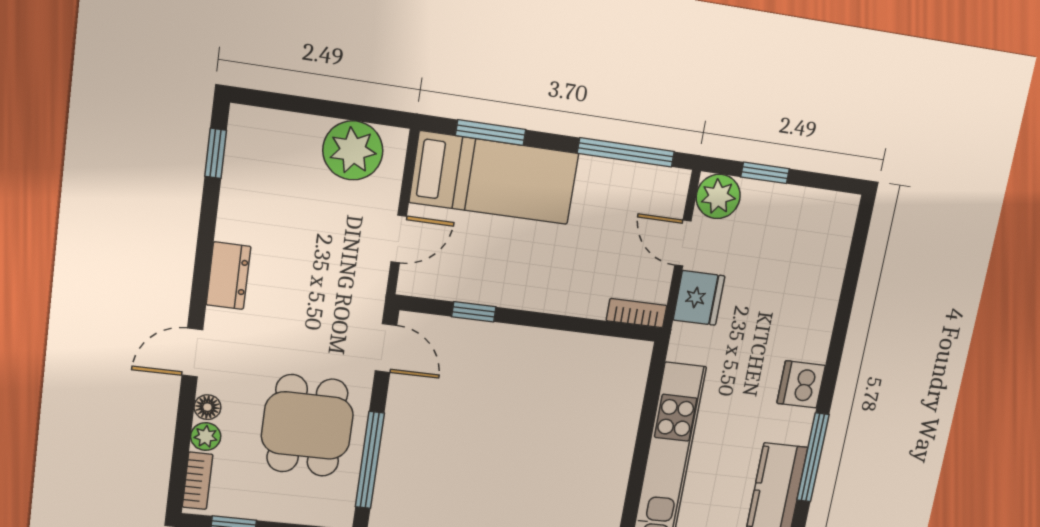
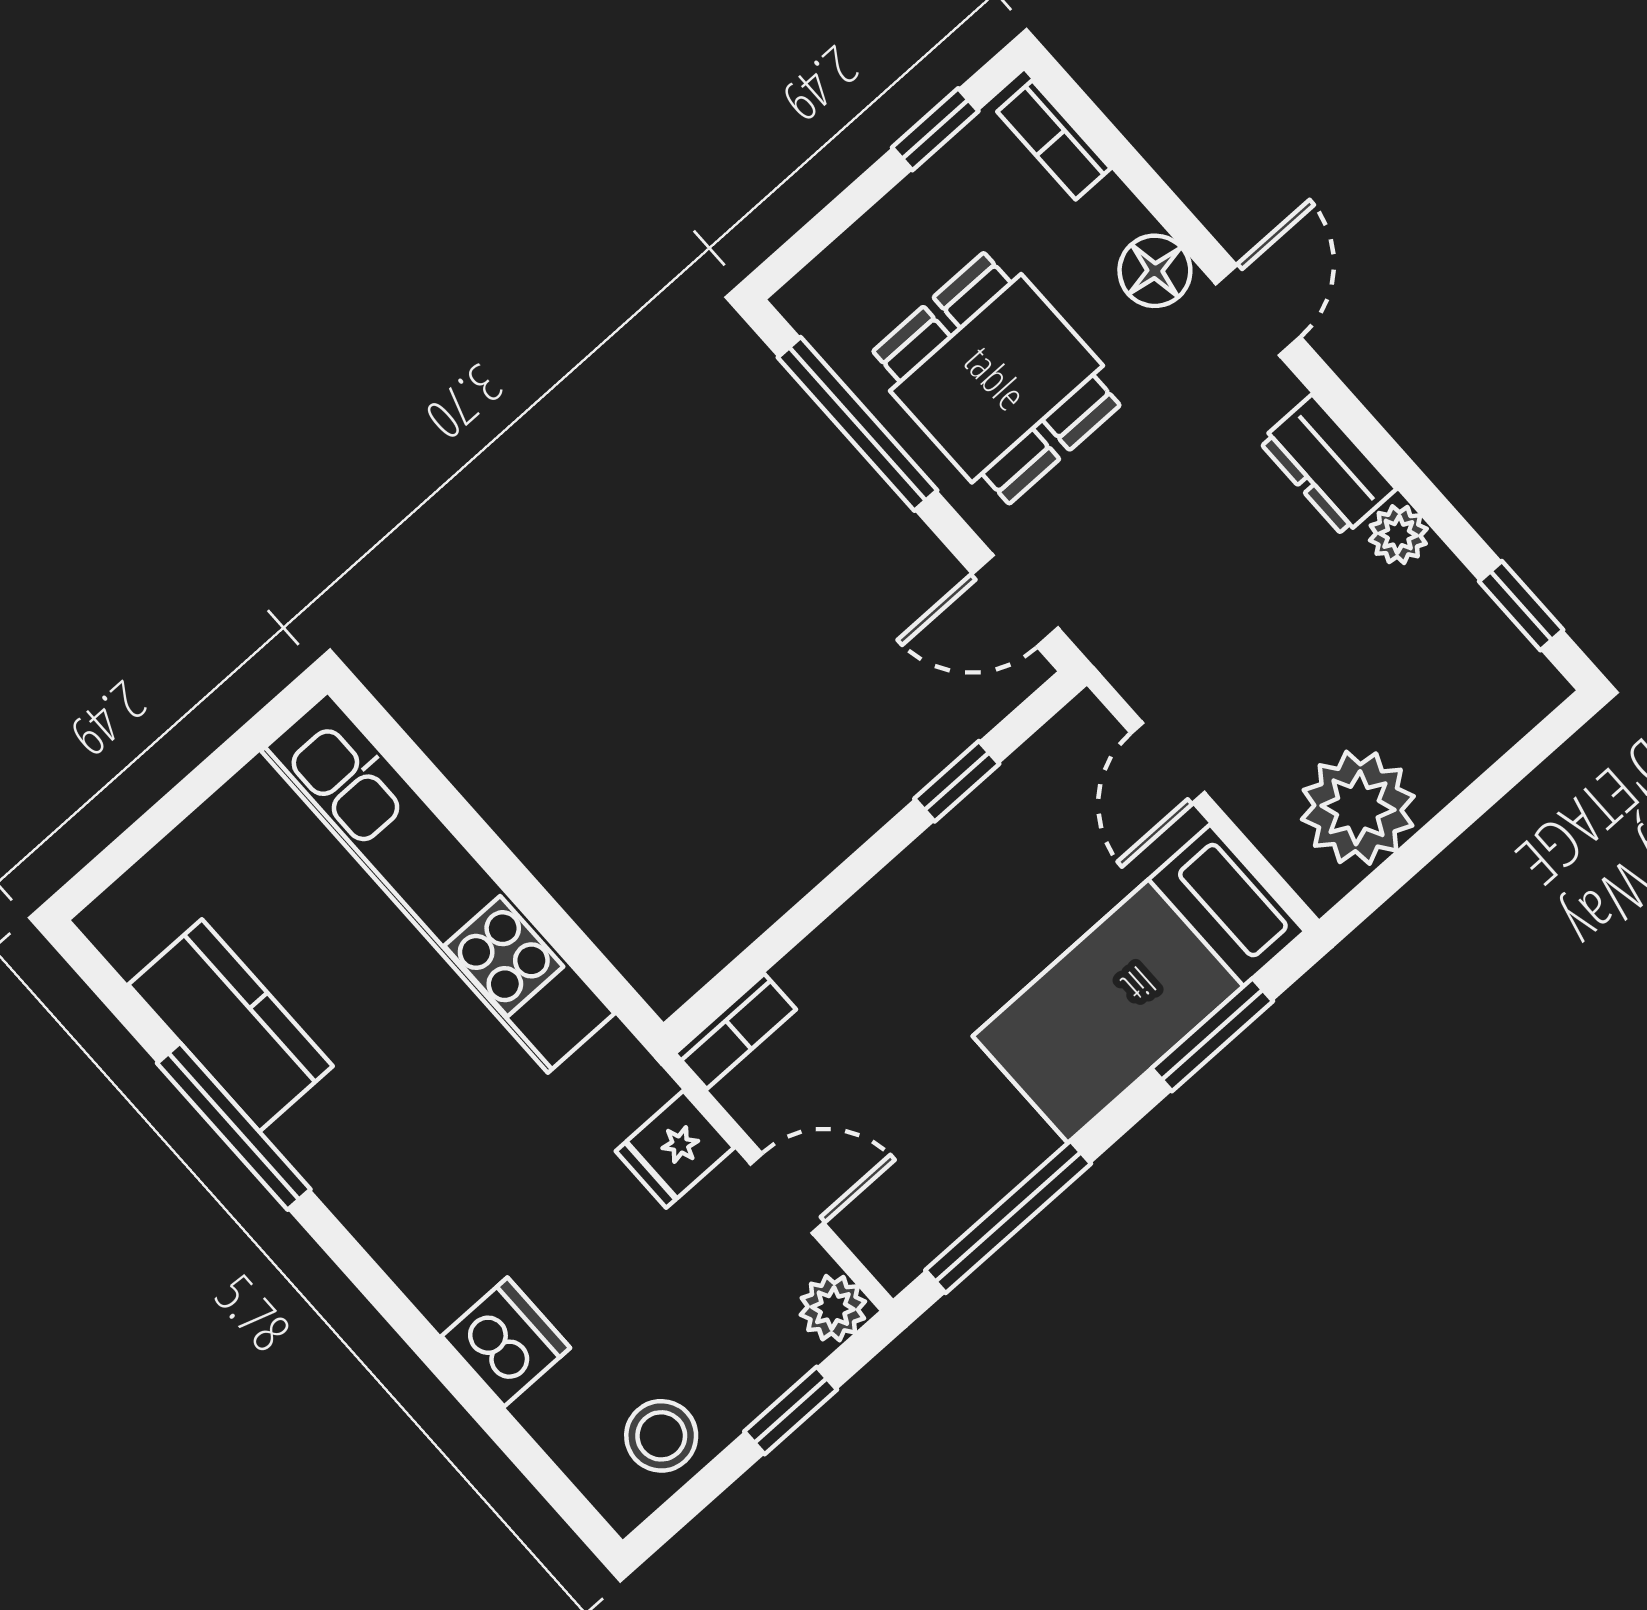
plant: (718, 196) -> (833, 1308), width x0.73, depth x0.73
stool: (811, 213) -> (661, 1436), added
fridge: (699, 298) -> (675, 1149), width x0.72
dishwasher: (801, 384) -> (506, 1342), moved
floor lamp: (207, 407) -> (1155, 271), width x1.37, depth x1.37
plant: (206, 437) -> (1398, 535), moved

